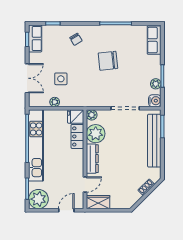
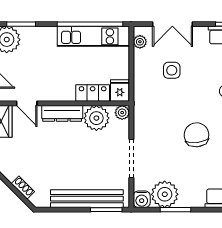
plant: (156, 84) -> (165, 194), width x1.87, depth x1.87
plant: (55, 102) -> (140, 42), moved
kitchen unit: (36, 145) -> (93, 36), width x0.73

